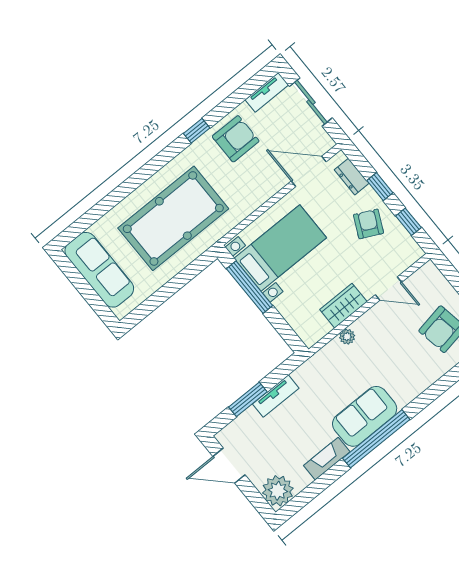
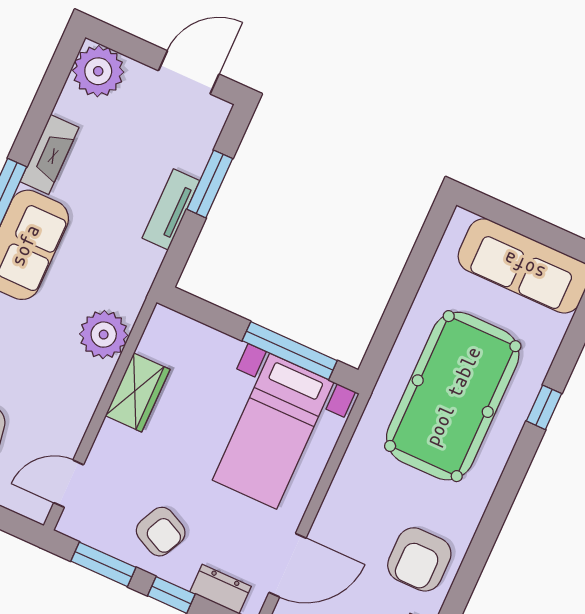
window: (197, 131) -> (544, 407), moved
window: (408, 222) -> (103, 564), width x1.50
door: (389, 289) -> (69, 484), moved
plant: (347, 337) -> (104, 335), width x1.88, depth x1.88

